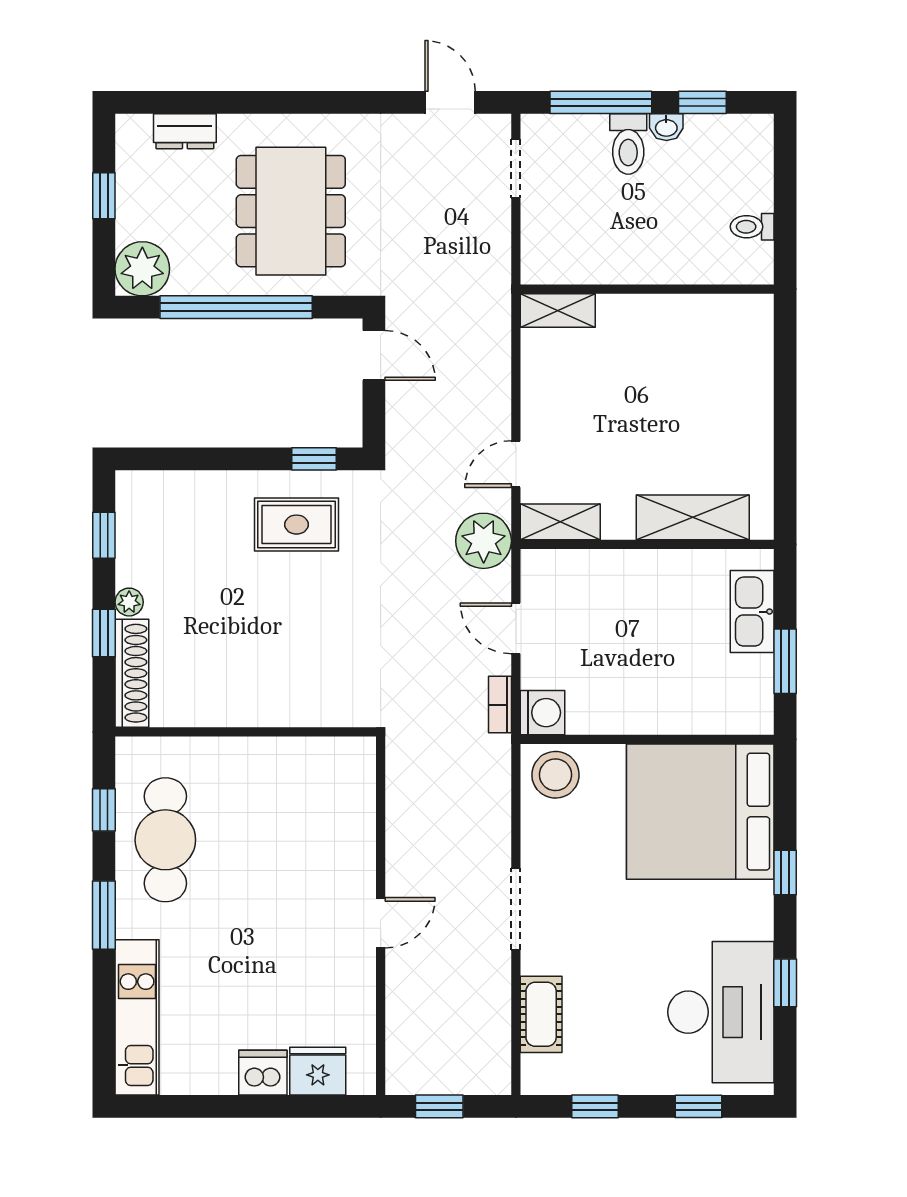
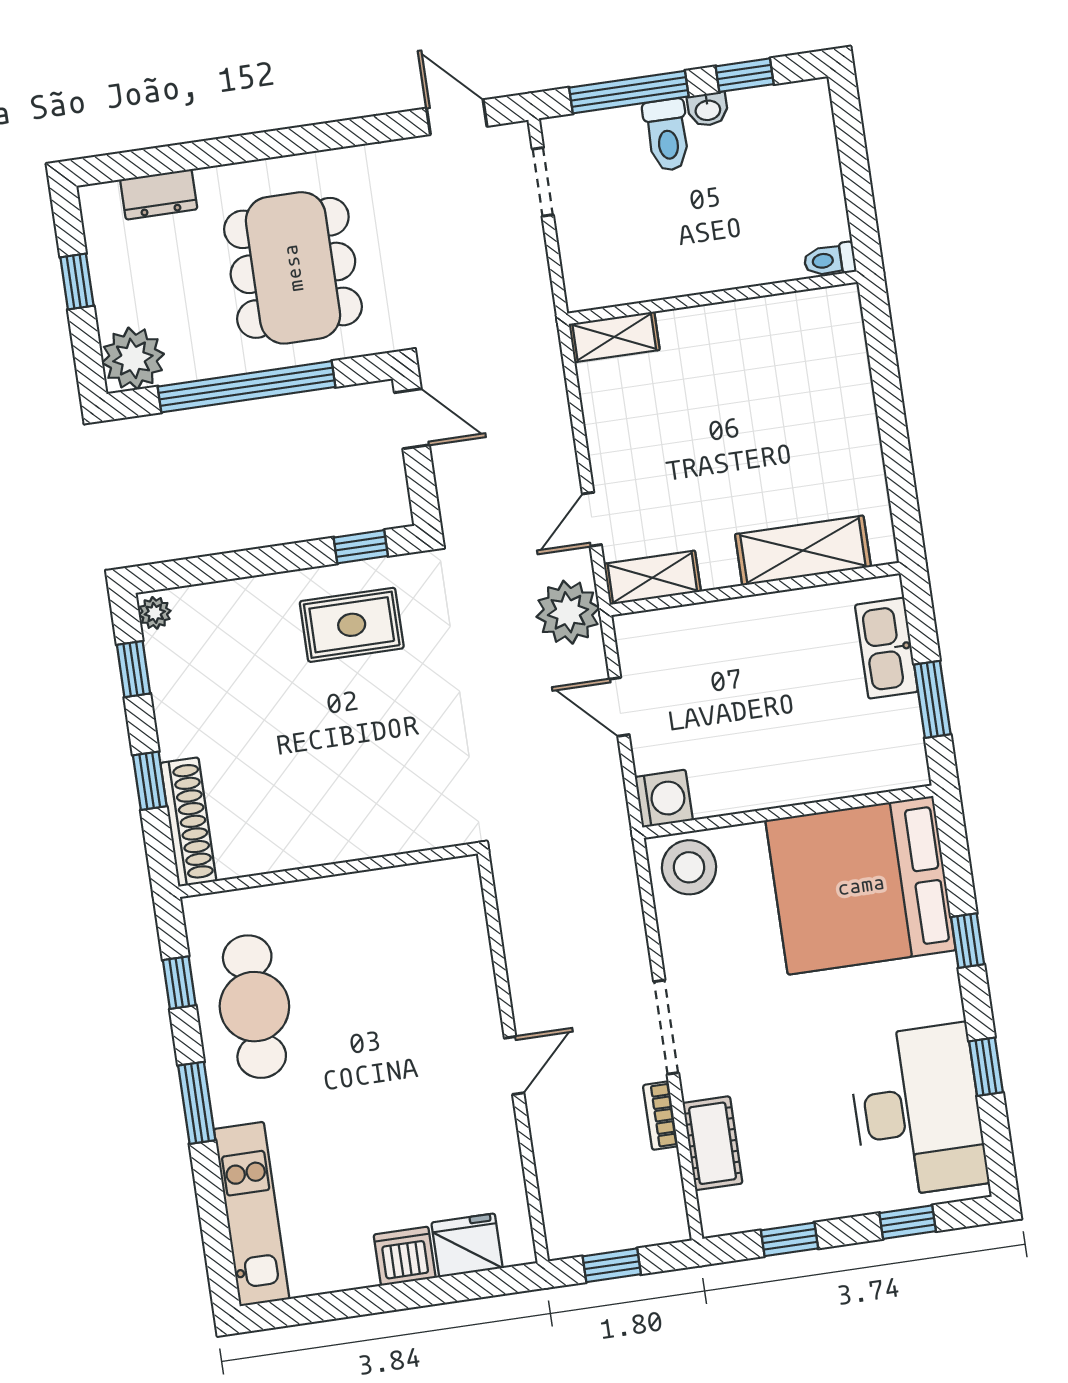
toilet: (752, 227) -> (830, 260), moved
plant: (129, 602) -> (155, 613), moved
bookcase: (500, 705) -> (660, 1116), moved

